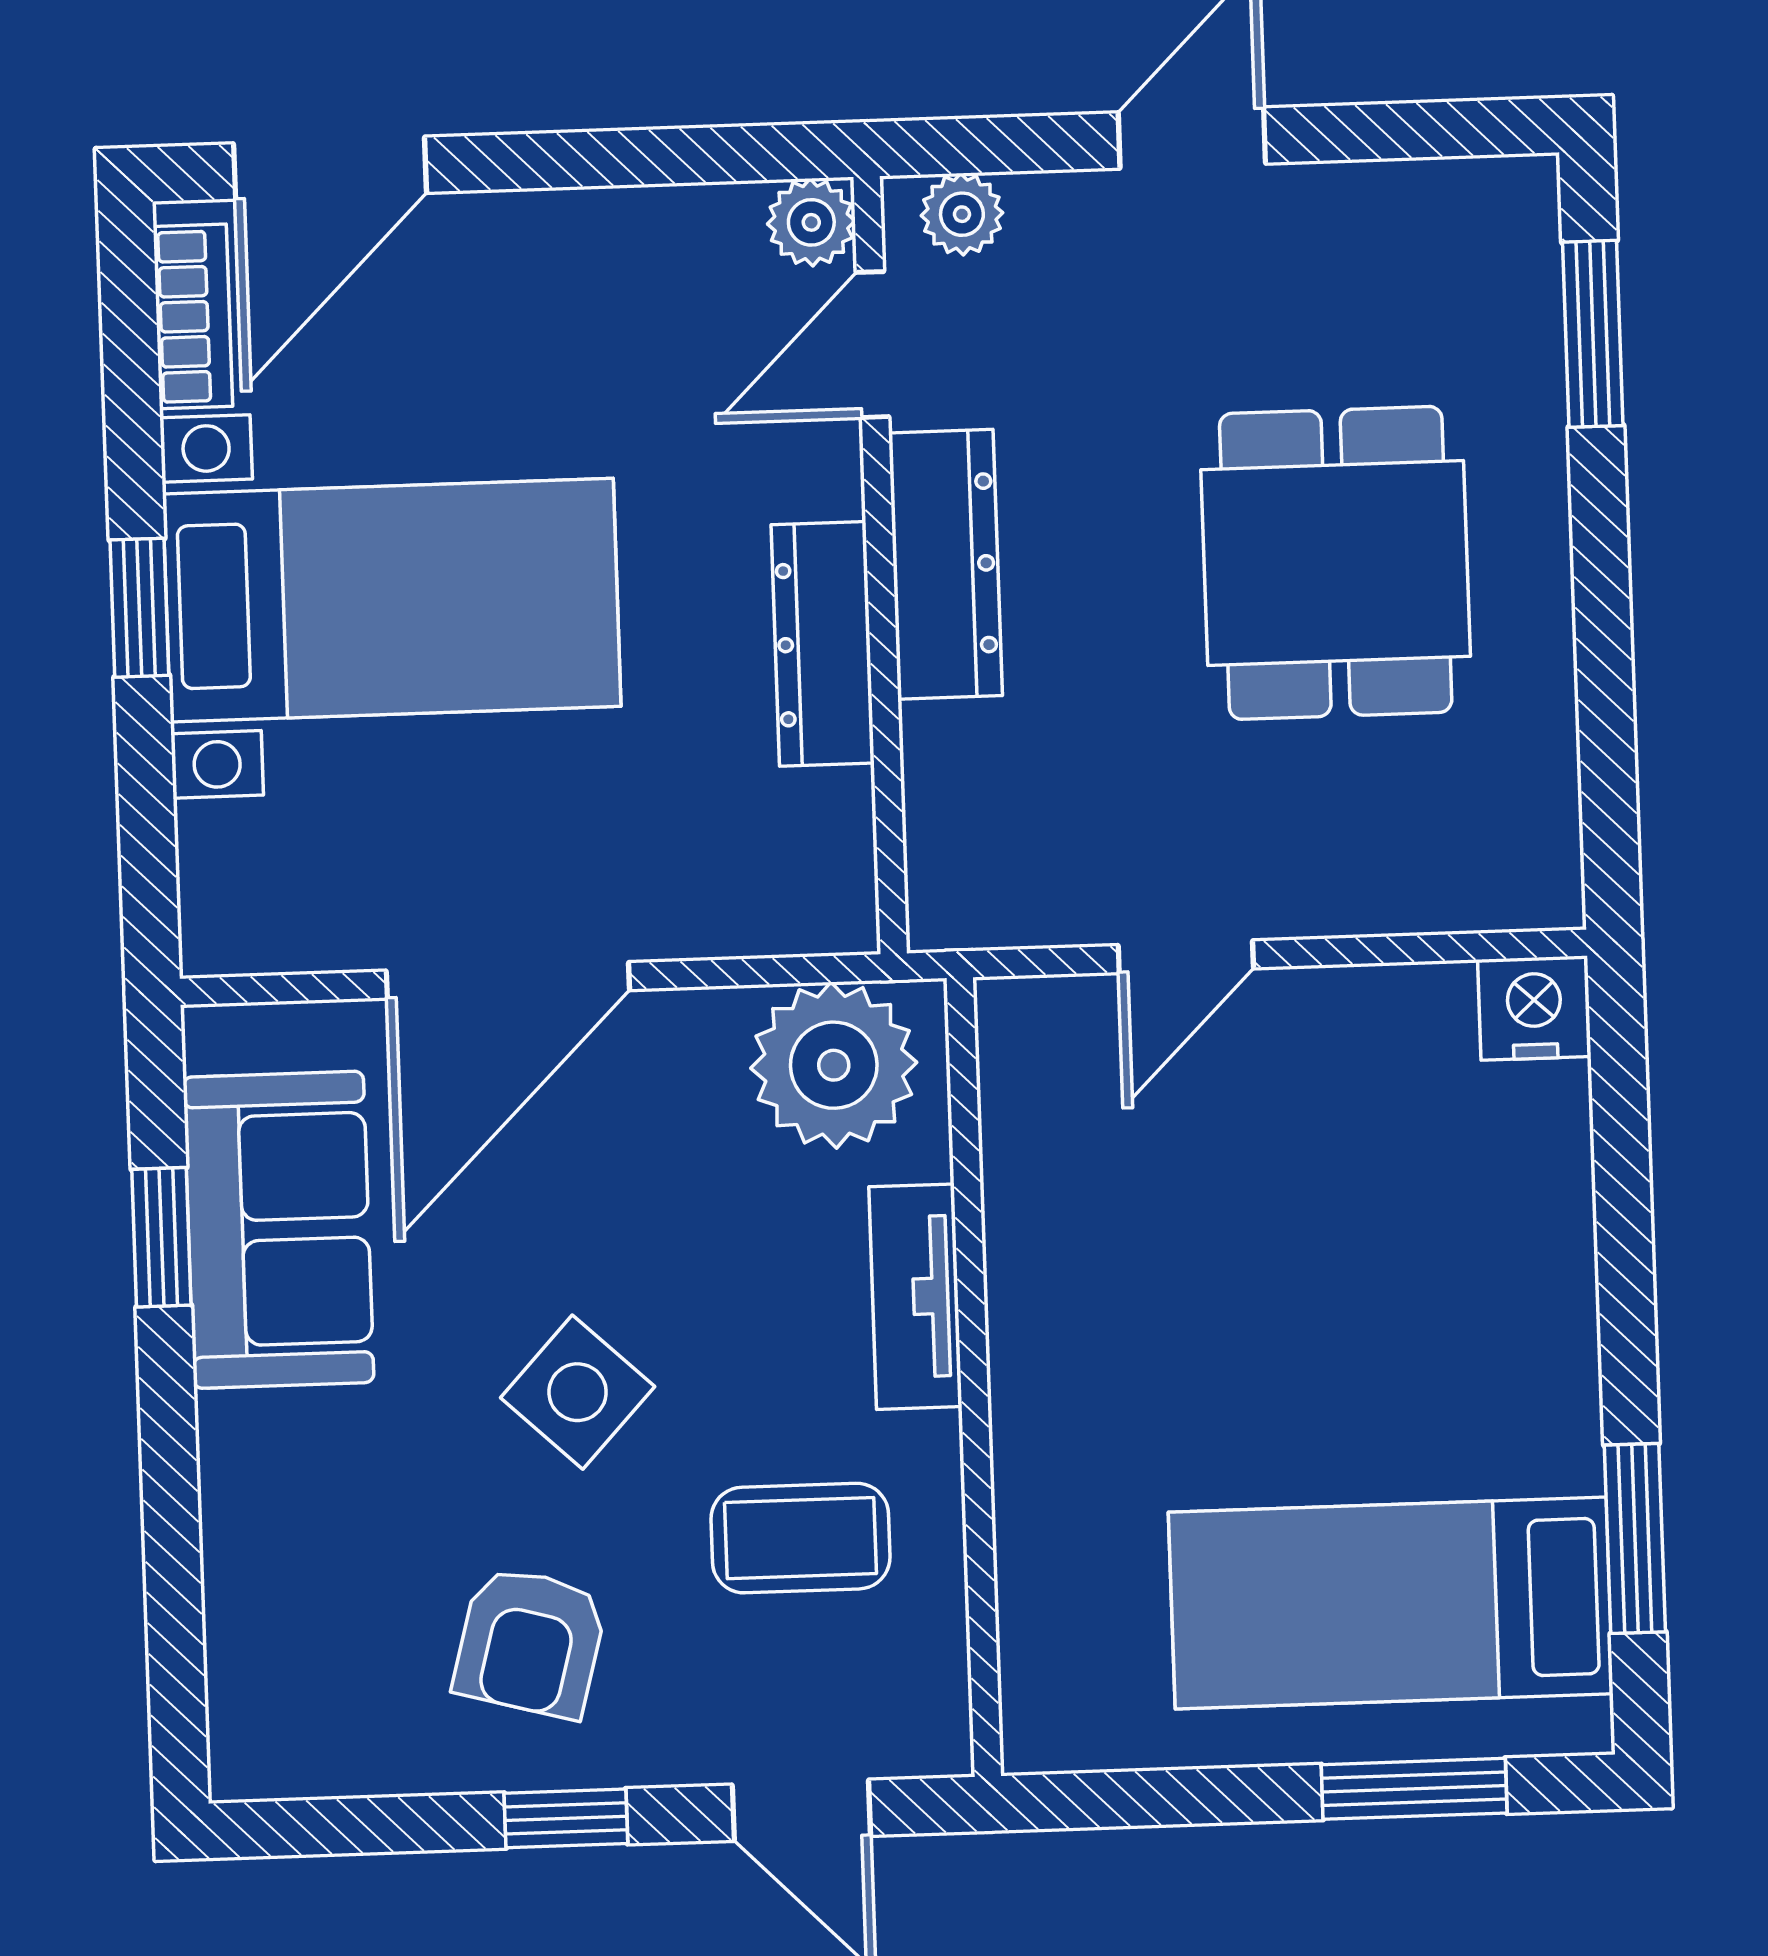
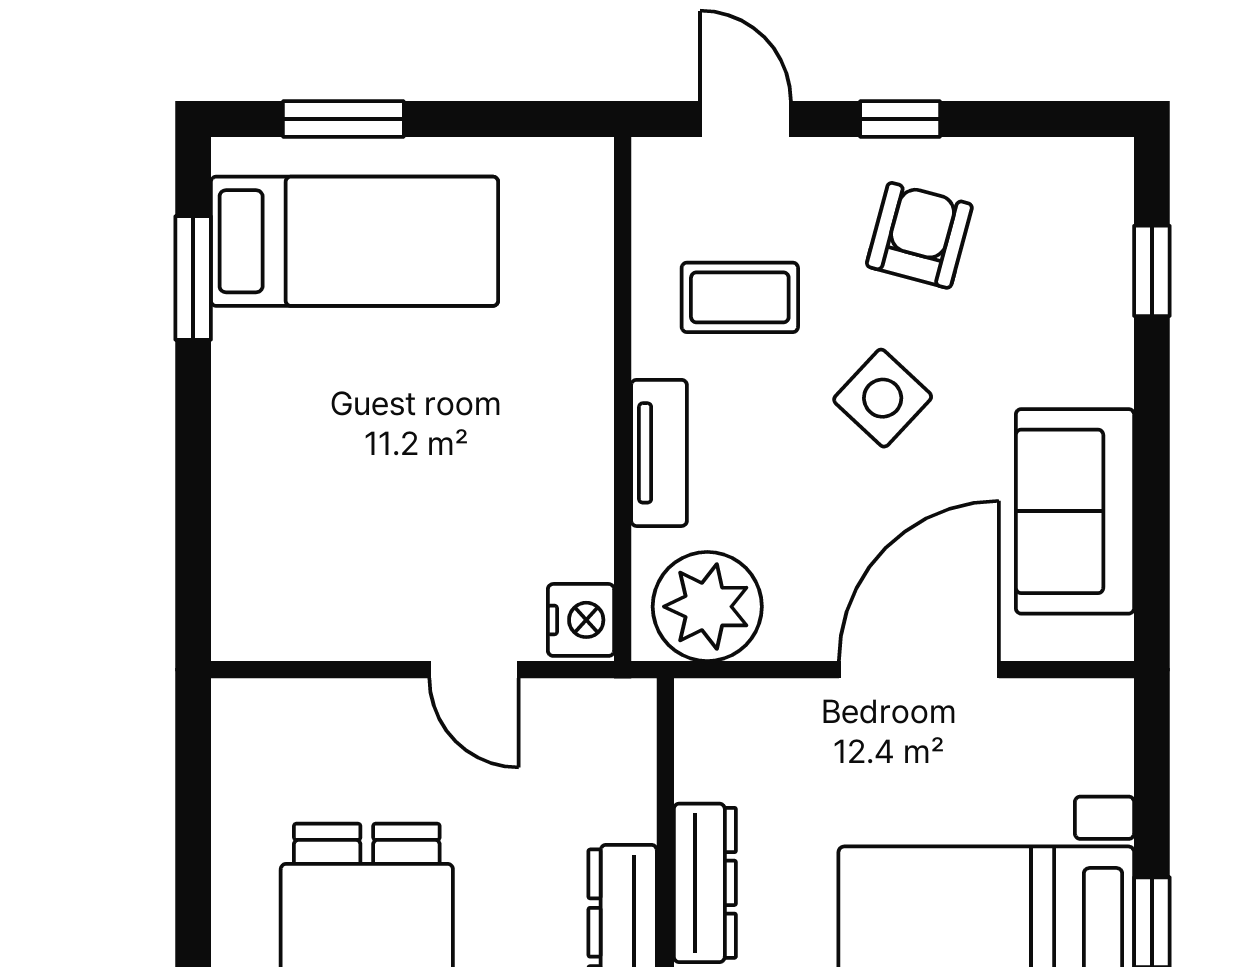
door: (1186, 957) -> (474, 670), swing flipped
nightstand: (1534, 1008) -> (581, 620), moved, turned -90
window: (161, 1237) -> (1152, 271), moved

